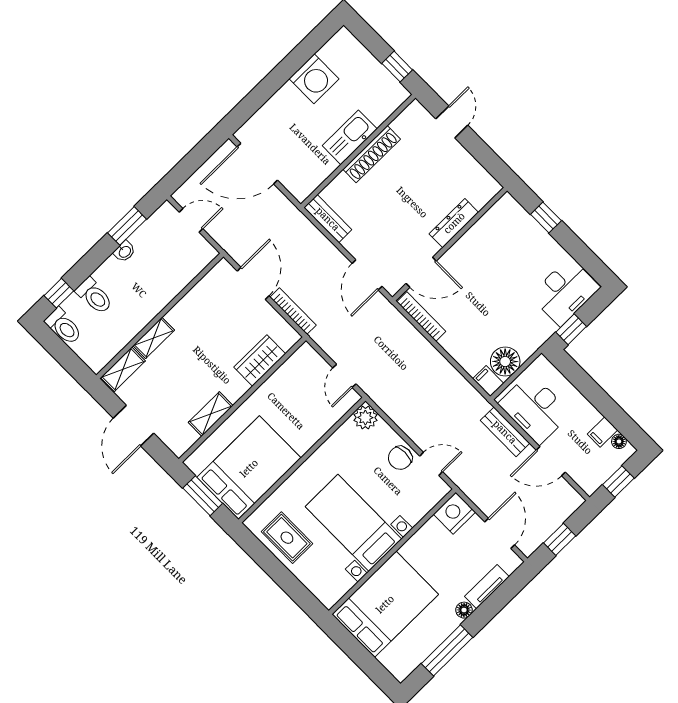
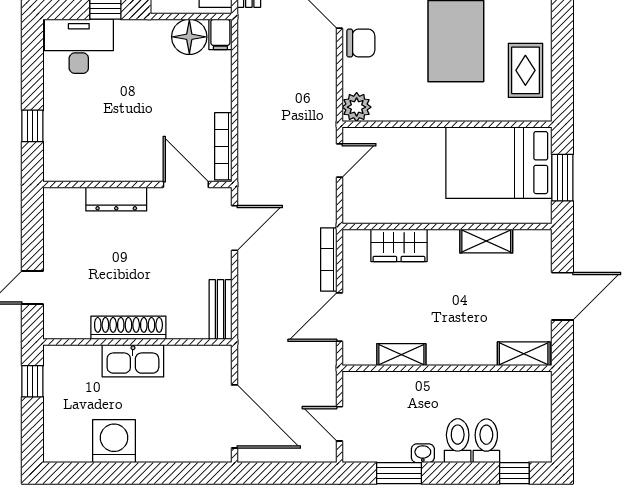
toilet: (63, 326) -> (458, 441), moved
shelving: (154, 338) -> (401, 355), moved

